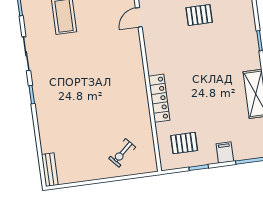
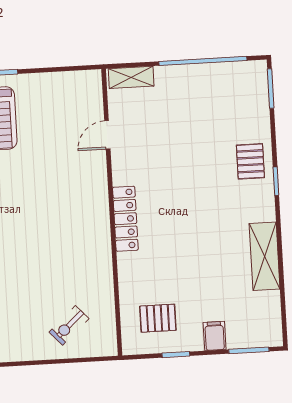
pallet: (199, 15) -> (250, 161), moved, turned 90
locker: (159, 98) -> (125, 219), moved

